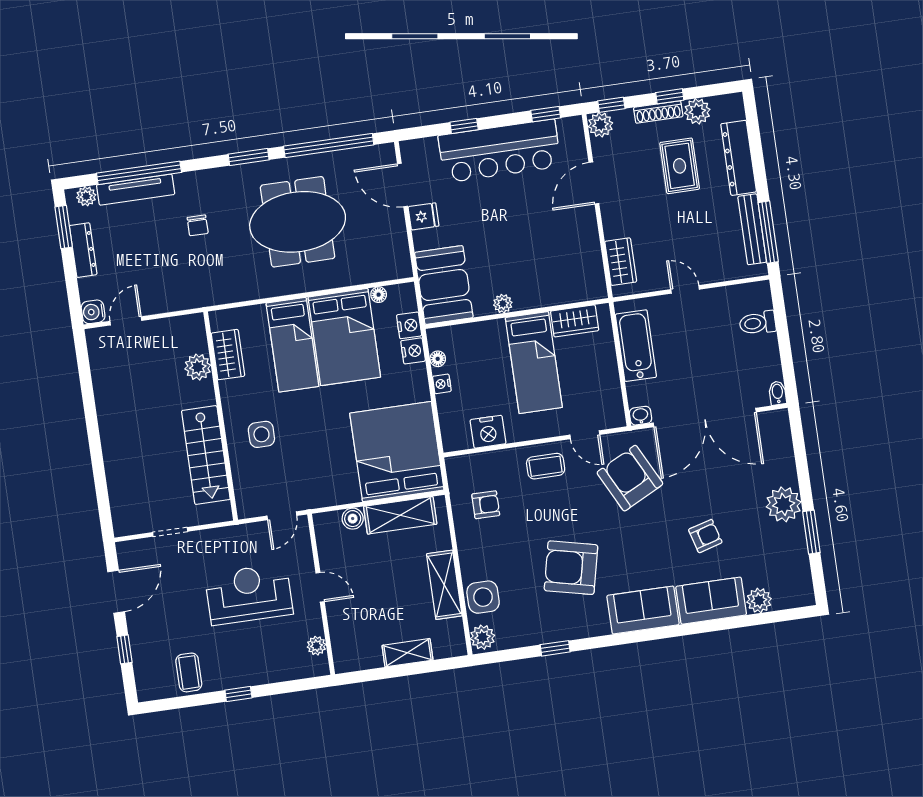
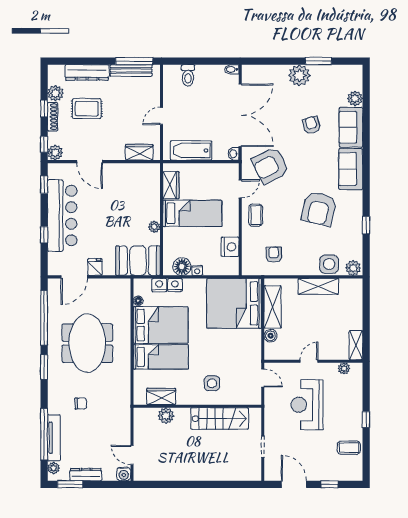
floor lamp: (438, 359) -> (182, 267), width x1.89, depth x1.89
shelving: (407, 653) -> (356, 345), moved

